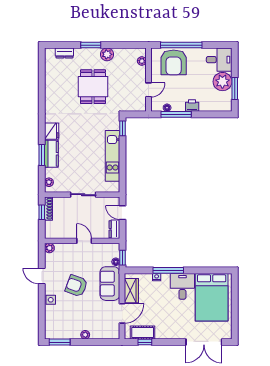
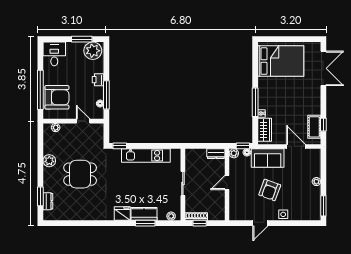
window: (91, 45) -> (40, 196), moved
plant: (222, 82) -> (93, 51), moved
door: (123, 213) -> (200, 146), removed
plant: (49, 248) -> (234, 153), moved
desk: (182, 286) -> (270, 89), removed
wardrobe: (131, 291) -> (265, 130), moved, turned 90

